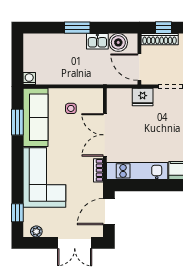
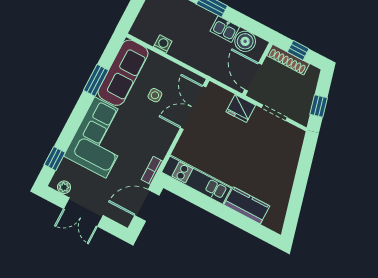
washing machine: (29, 78) -> (163, 44), moved
side table: (71, 108) -> (155, 95), moved
window: (17, 122) -> (96, 80), moved
double door: (105, 135) -> (193, 108), moved
bookcase: (98, 170) -> (152, 170), moved
double door: (75, 243) -> (83, 212), moved

